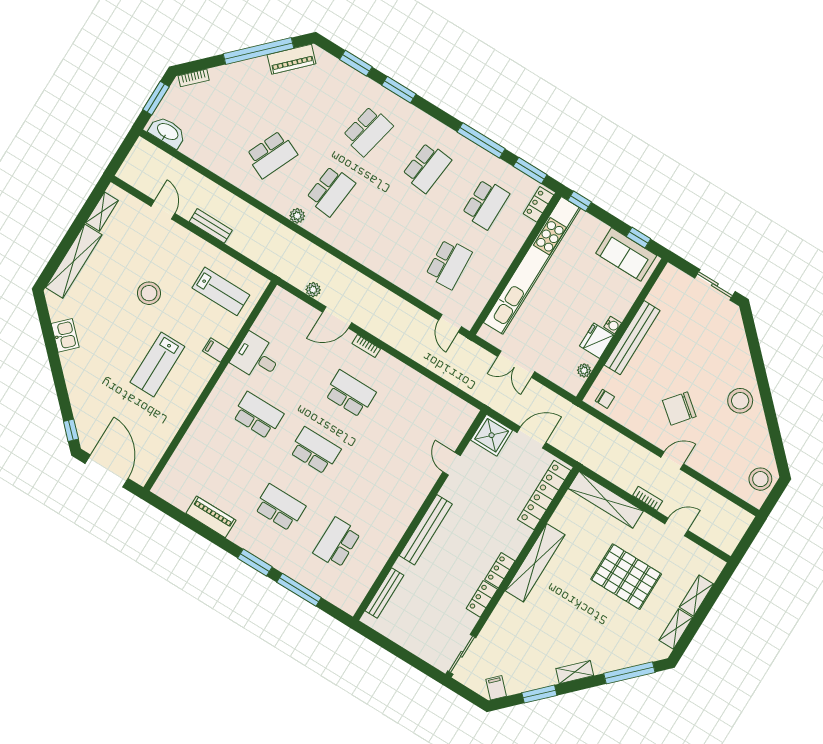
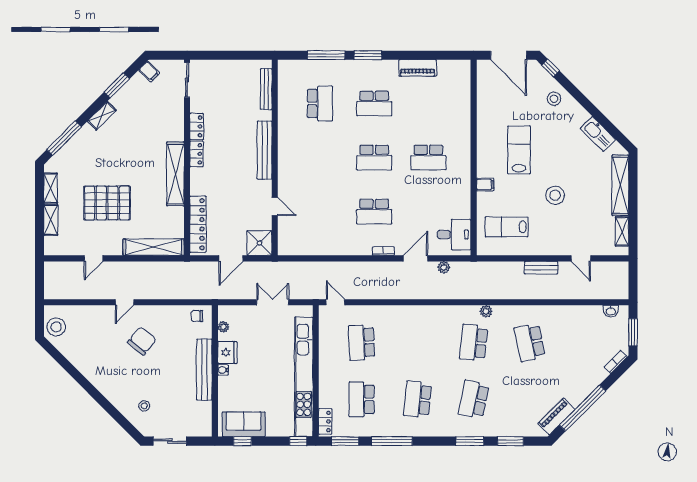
washbasin: (167, 132) -> (611, 311), width x0.52, depth x0.69
school desk: (272, 154) -> (530, 343), turned -36
kitchen sink: (65, 335) -> (598, 134), width x1.38
desk: (256, 357) -> (454, 235), moved
stool: (87, 396) -> (554, 99), added
stool: (740, 401) -> (144, 406), moved, width x0.53, depth x0.53
bookcase: (648, 498) -> (126, 266), removed

